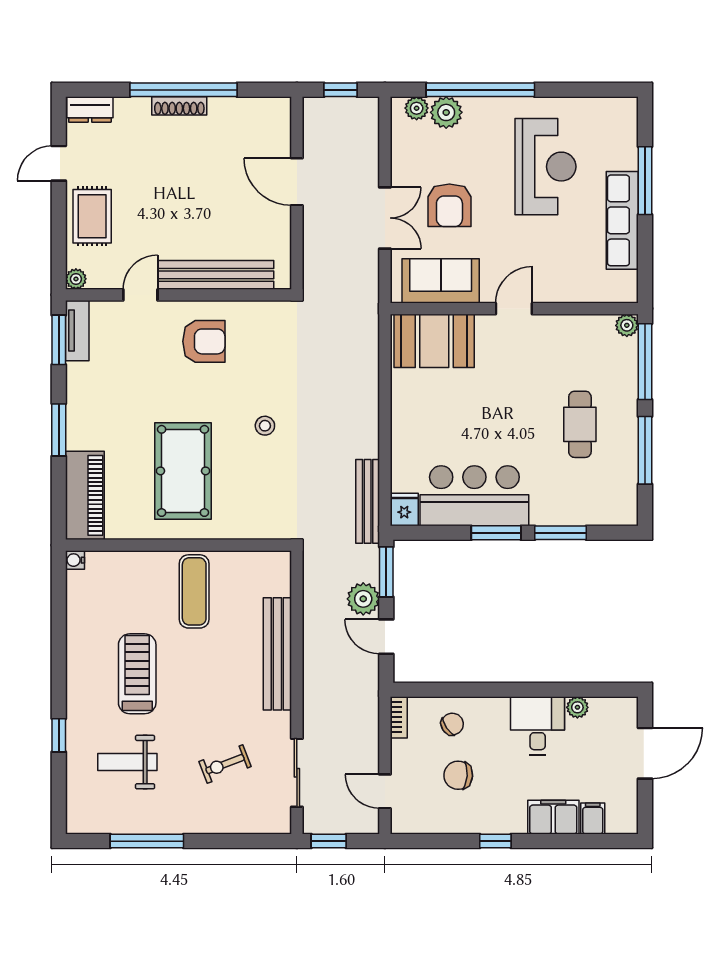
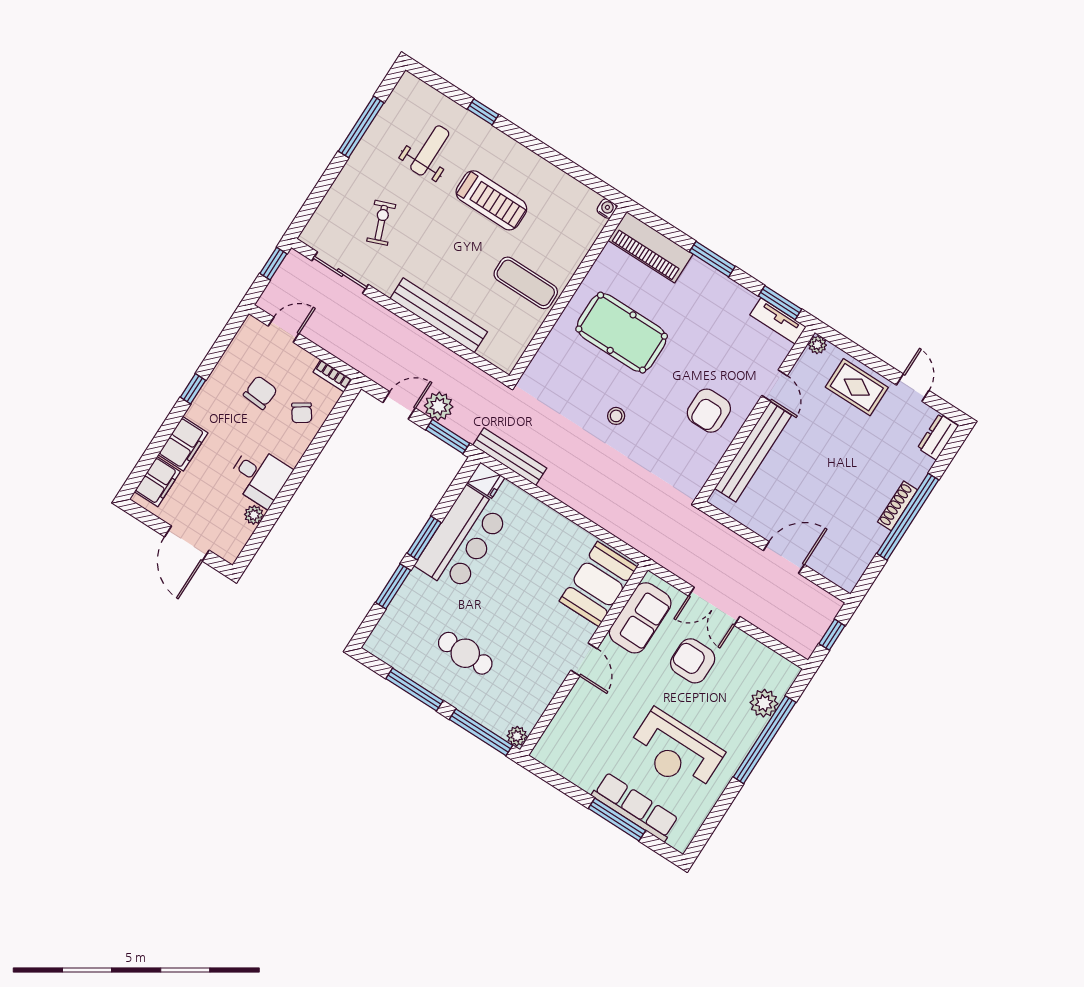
plant: (417, 108) -> (781, 683), removed
row of seats: (622, 220) -> (635, 807), moved
filing cabinet: (593, 818) -> (157, 482), width x2.00

